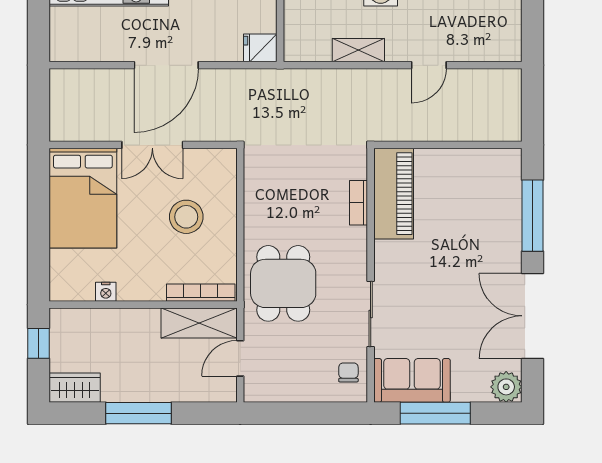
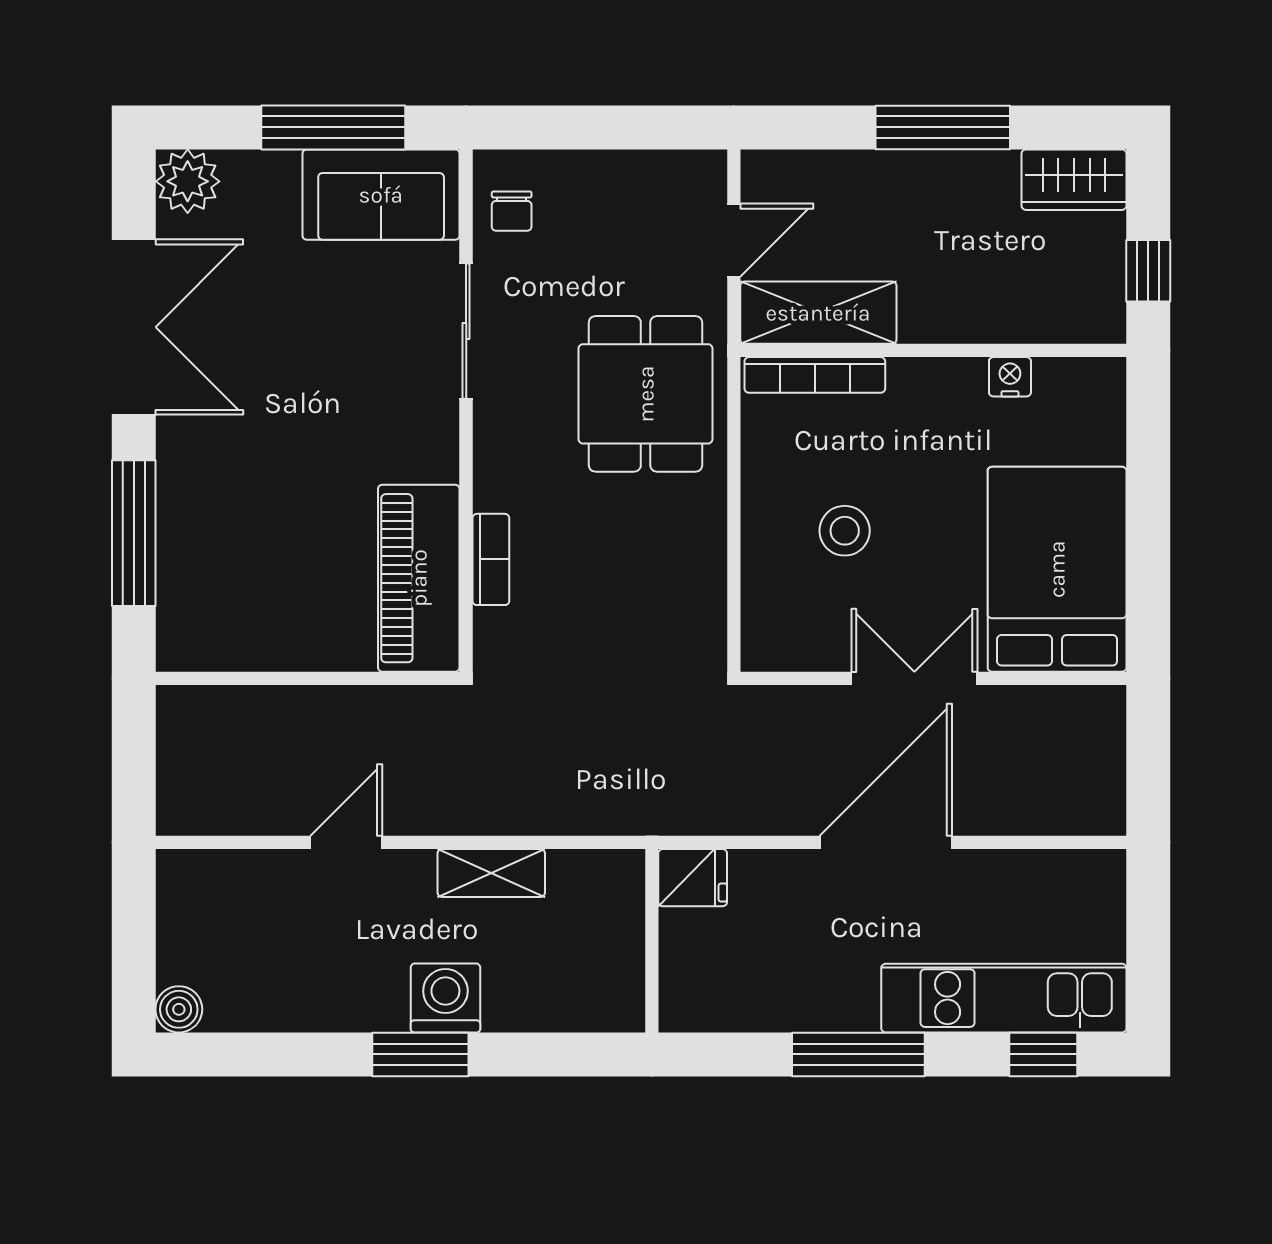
stool: (186, 217) -> (845, 531), width x0.73, depth x0.73

